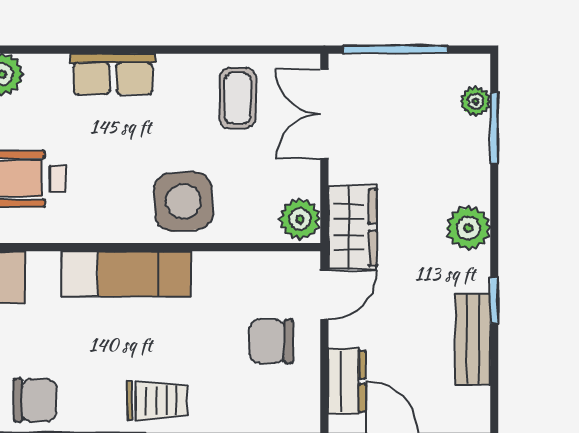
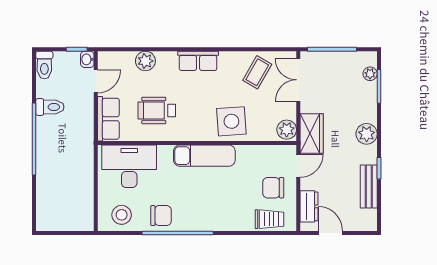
coffee table: (238, 98) -> (257, 72), turned 30
trolley: (157, 400) -> (269, 219), moved

